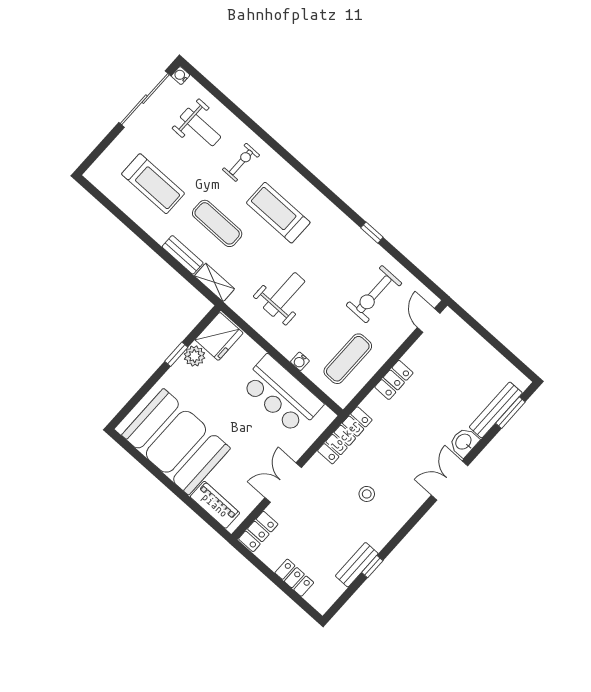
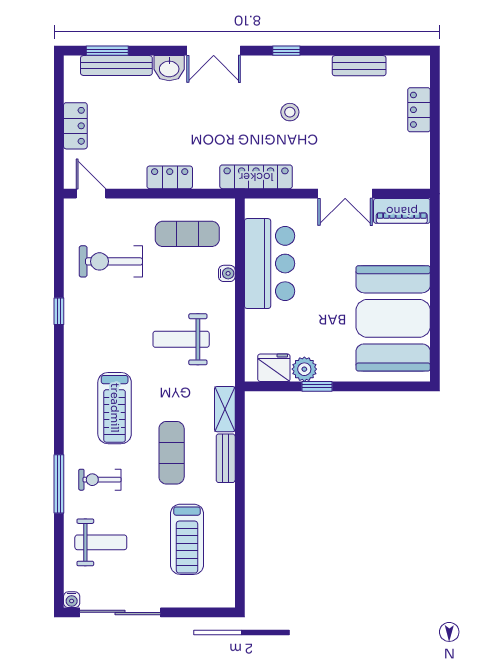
weight bench: (200, 127) -> (101, 542), turned 90
window: (262, 134) -> (59, 484), added
treadmill: (153, 184) -> (187, 539), turned 180
exercise bike: (374, 294) -> (111, 261), turned 180
door: (429, 320) -> (91, 194), swing flipped
fridge: (219, 336) -> (274, 368), width x0.73, depth x0.75
piano: (215, 505) -> (402, 211), moved, turned -90
locker: (258, 531) -> (75, 126), moved, turned 90
window: (372, 567) -> (286, 51), moved

